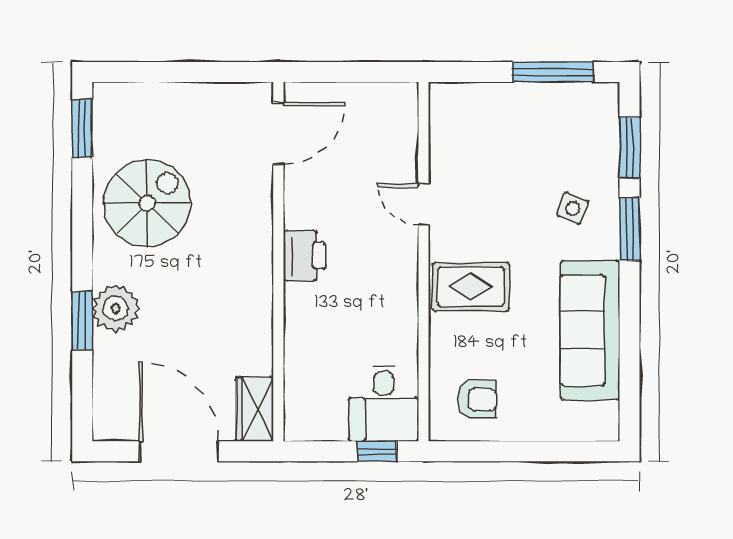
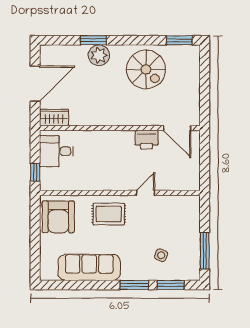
side table: (573, 208) -> (161, 255), moved
printer: (304, 256) -> (146, 140), moved
rug: (471, 287) -> (109, 214), turned 90
armchair: (477, 399) -> (58, 217), width x1.88, depth x1.88
desk: (384, 404) -> (56, 151), moved

